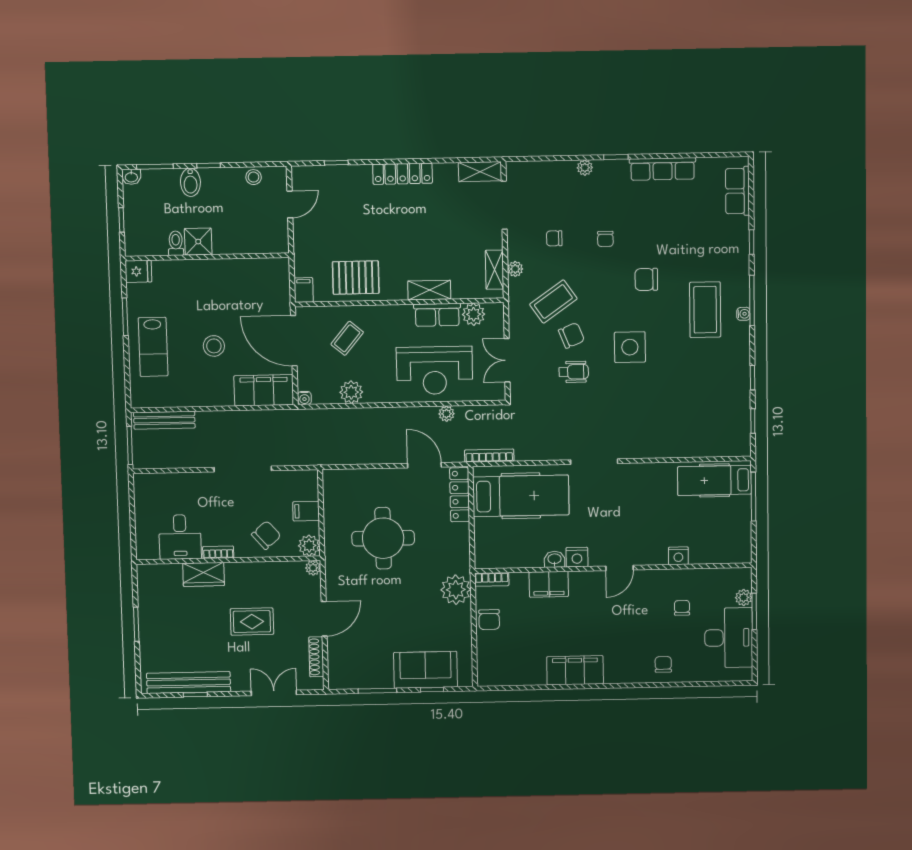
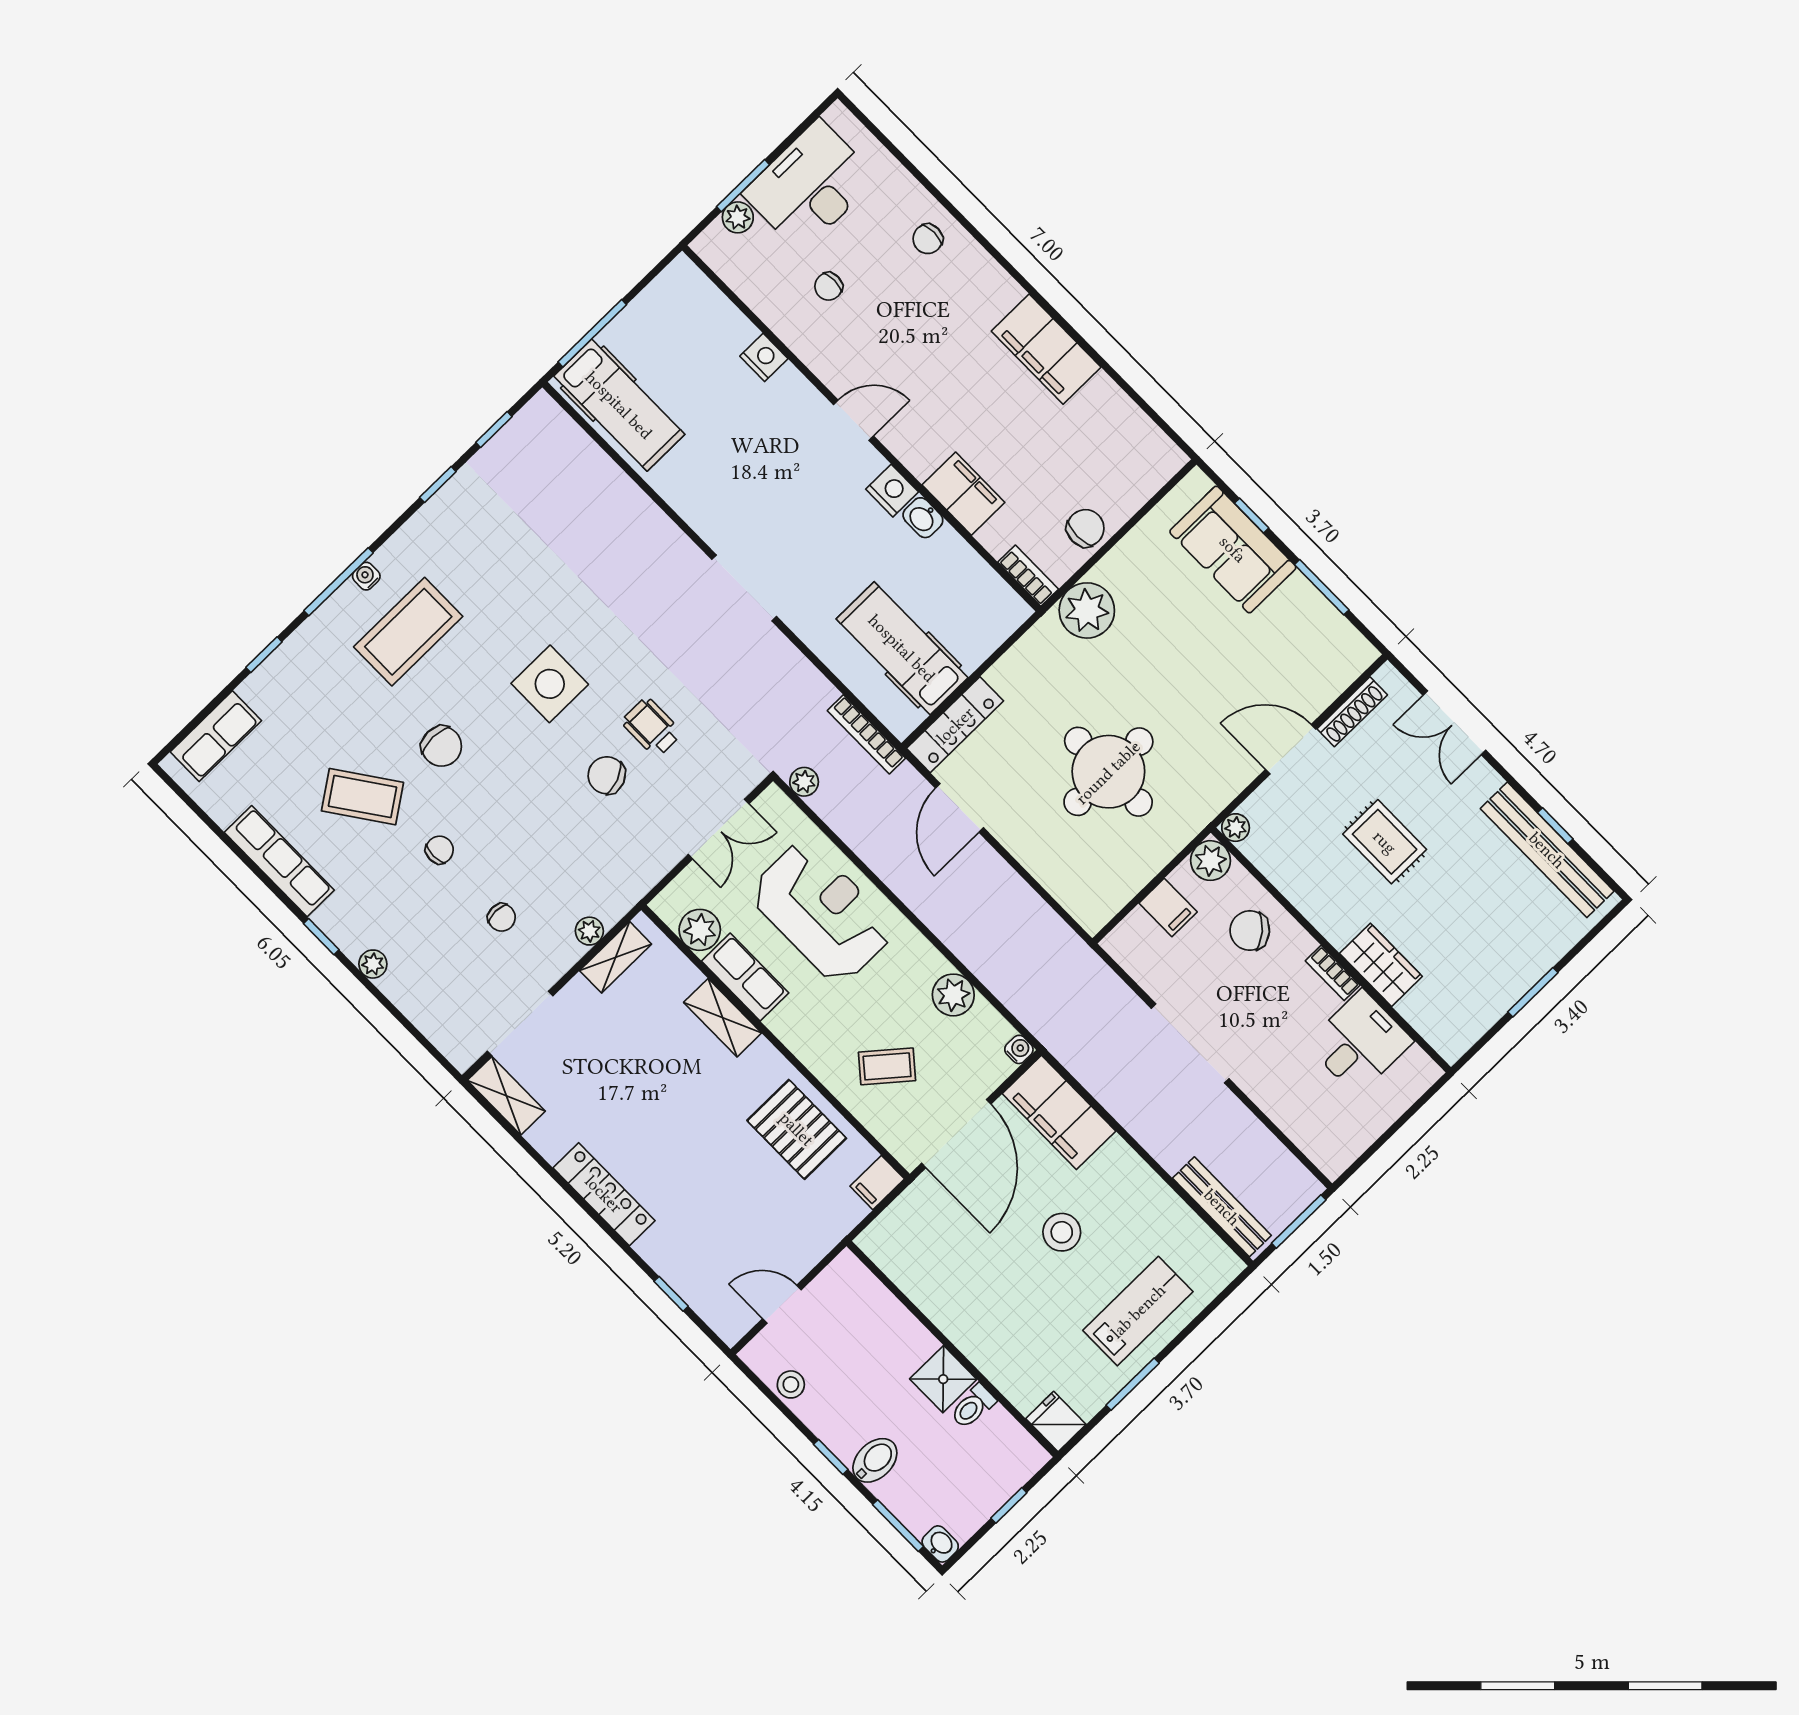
coffee table: (553, 301) -> (362, 797), moved
plant: (446, 414) -> (804, 782), moved
hospital bed: (521, 496) -> (902, 648), width x0.73, depth x0.78

